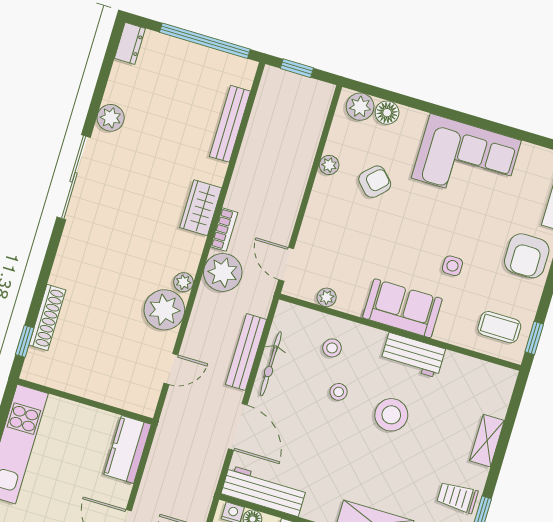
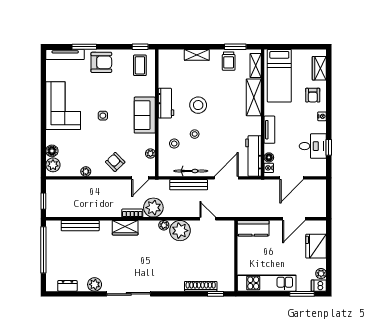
dresser: (130, 43) -> (67, 286), moved
armchair: (375, 182) -> (115, 162), moved
side table: (452, 266) -> (103, 116), moved

